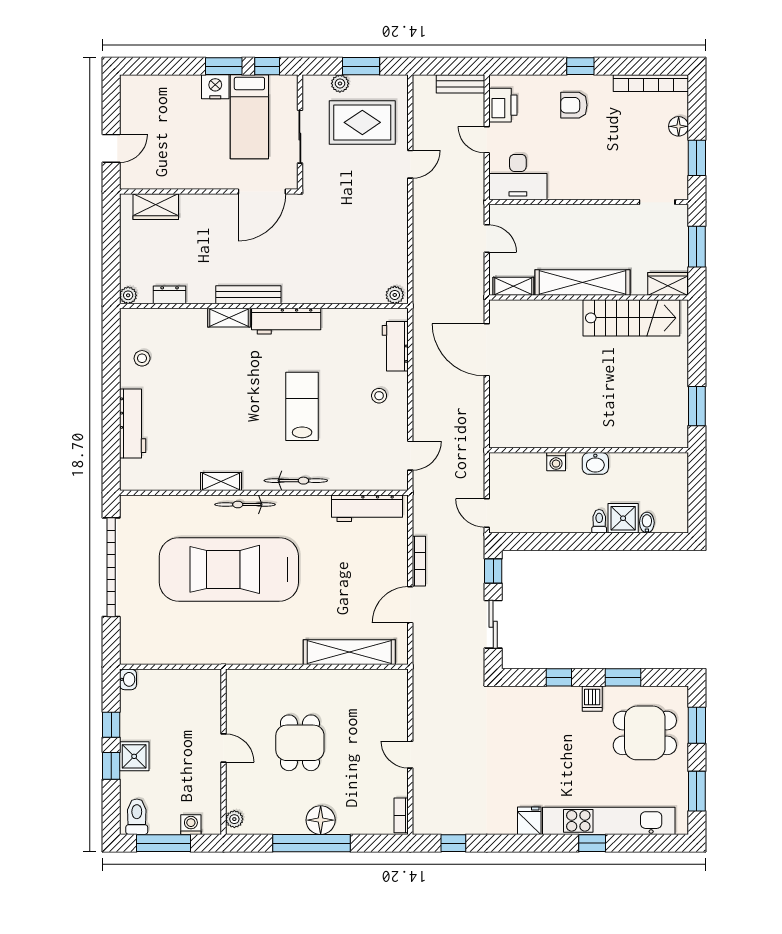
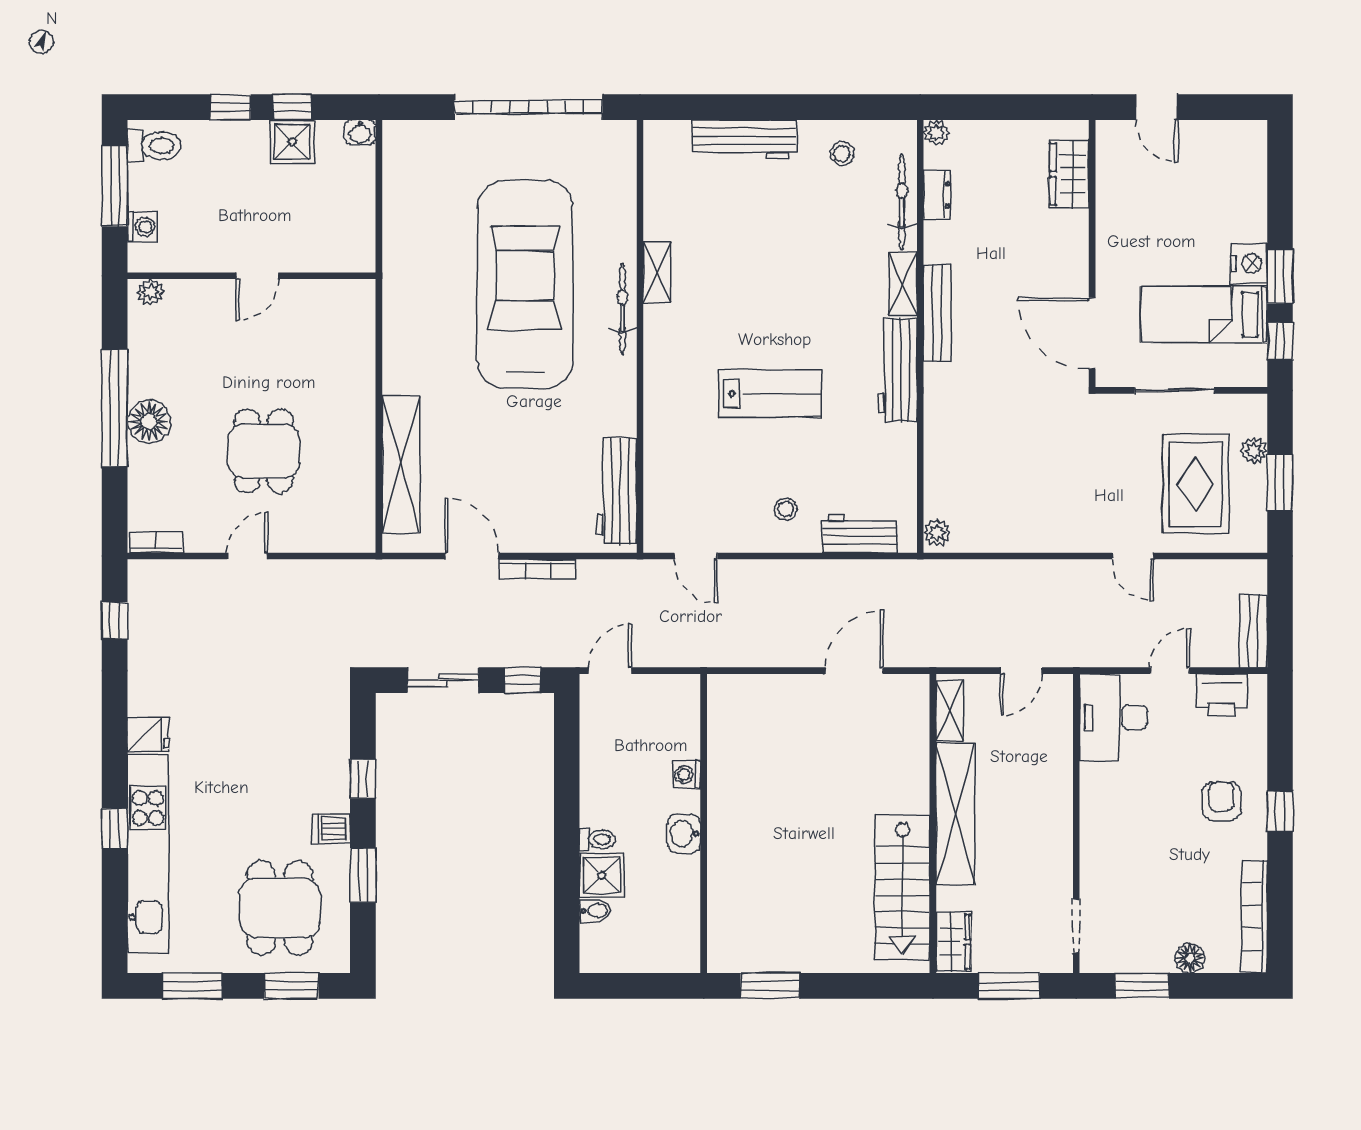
door: (487, 350) -> (854, 671), width x0.73
bicycle: (296, 481) -> (902, 202), moved, turned 180
dining table: (300, 743) -> (264, 451), moved, turned 90
shower: (134, 756) -> (292, 142), moved

